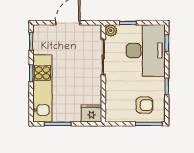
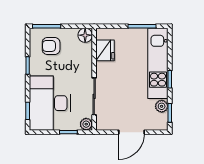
plant: (39, 48) -> (162, 106), added
fridge: (91, 113) -> (105, 50), moved, turned -90
floor lamp: (112, 115) -> (85, 35), added

